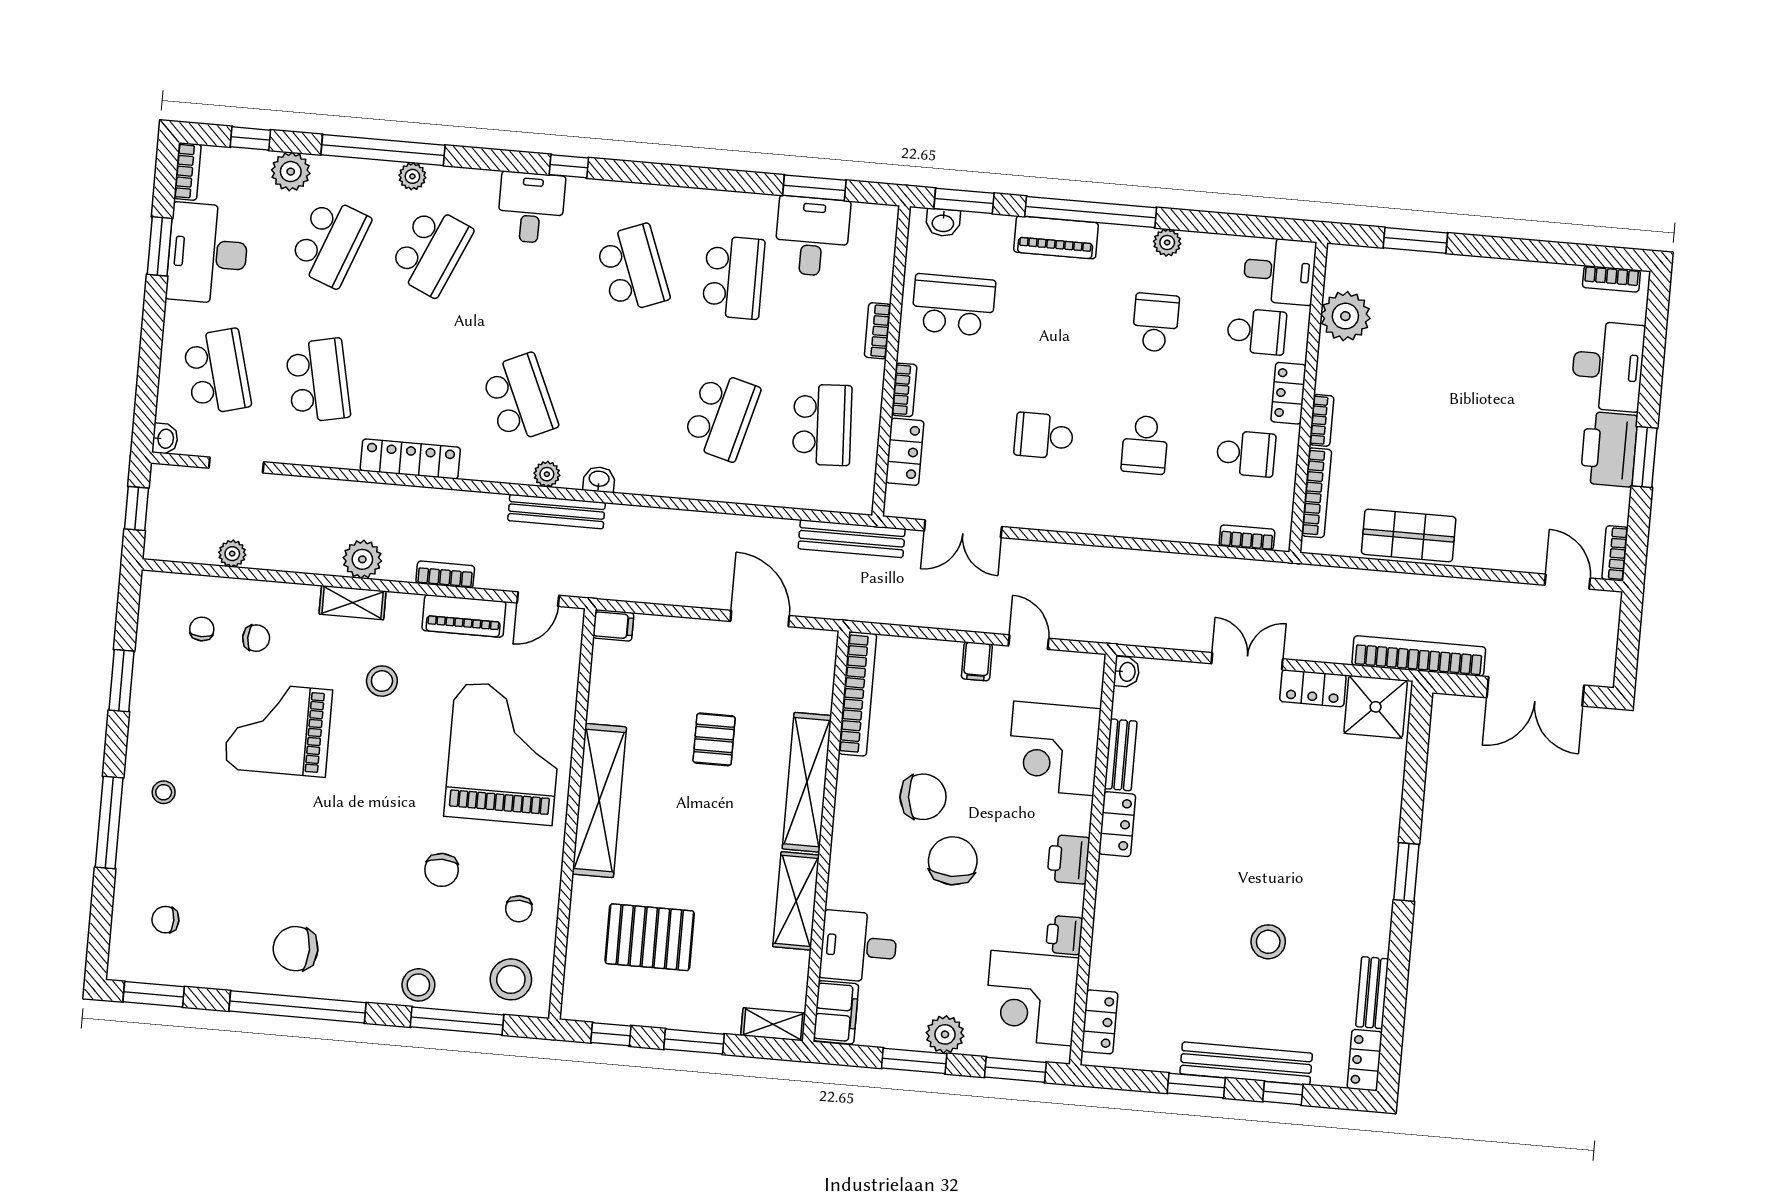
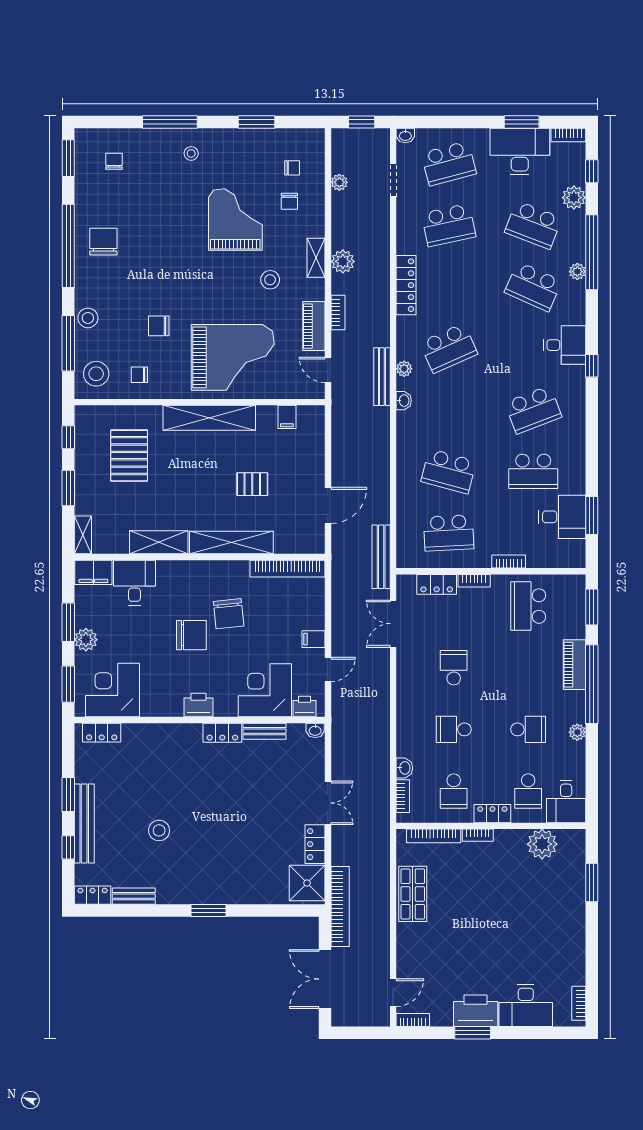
washbasin: (943, 223) -> (404, 768), moved, turned 180
school desk: (953, 305) -> (528, 606), turned 180
filing cabinet: (613, 625) -> (287, 417), moved
printer: (1064, 935) -> (305, 707), moved

